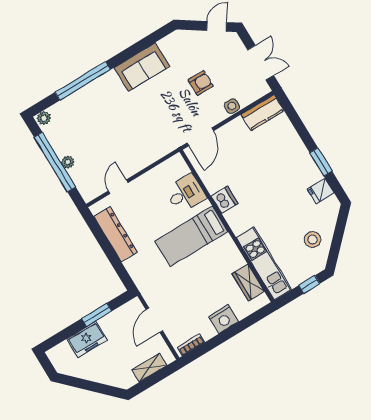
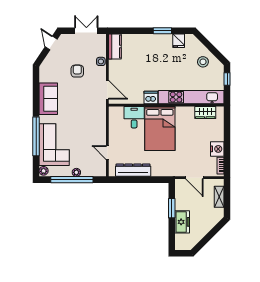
corner sofa: (87, 111) -> (54, 145), added
bed: (191, 236) -> (160, 129), width x1.50
kitchen unit: (264, 263) -> (191, 97), width x1.36
nightstand: (223, 319) -> (217, 149), moved

